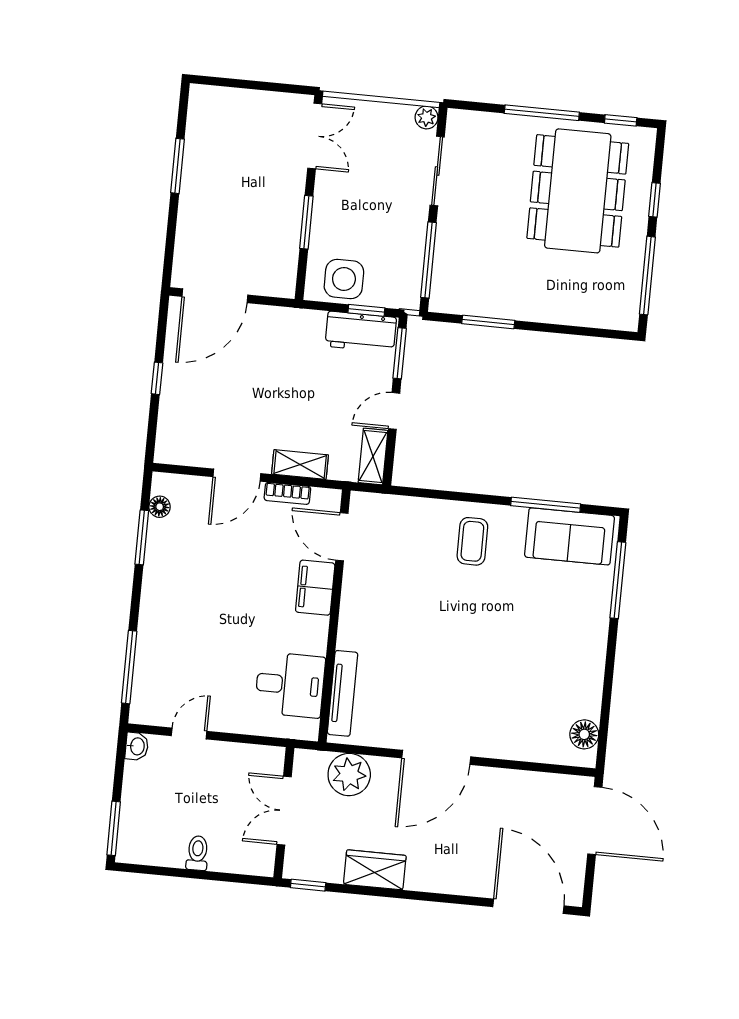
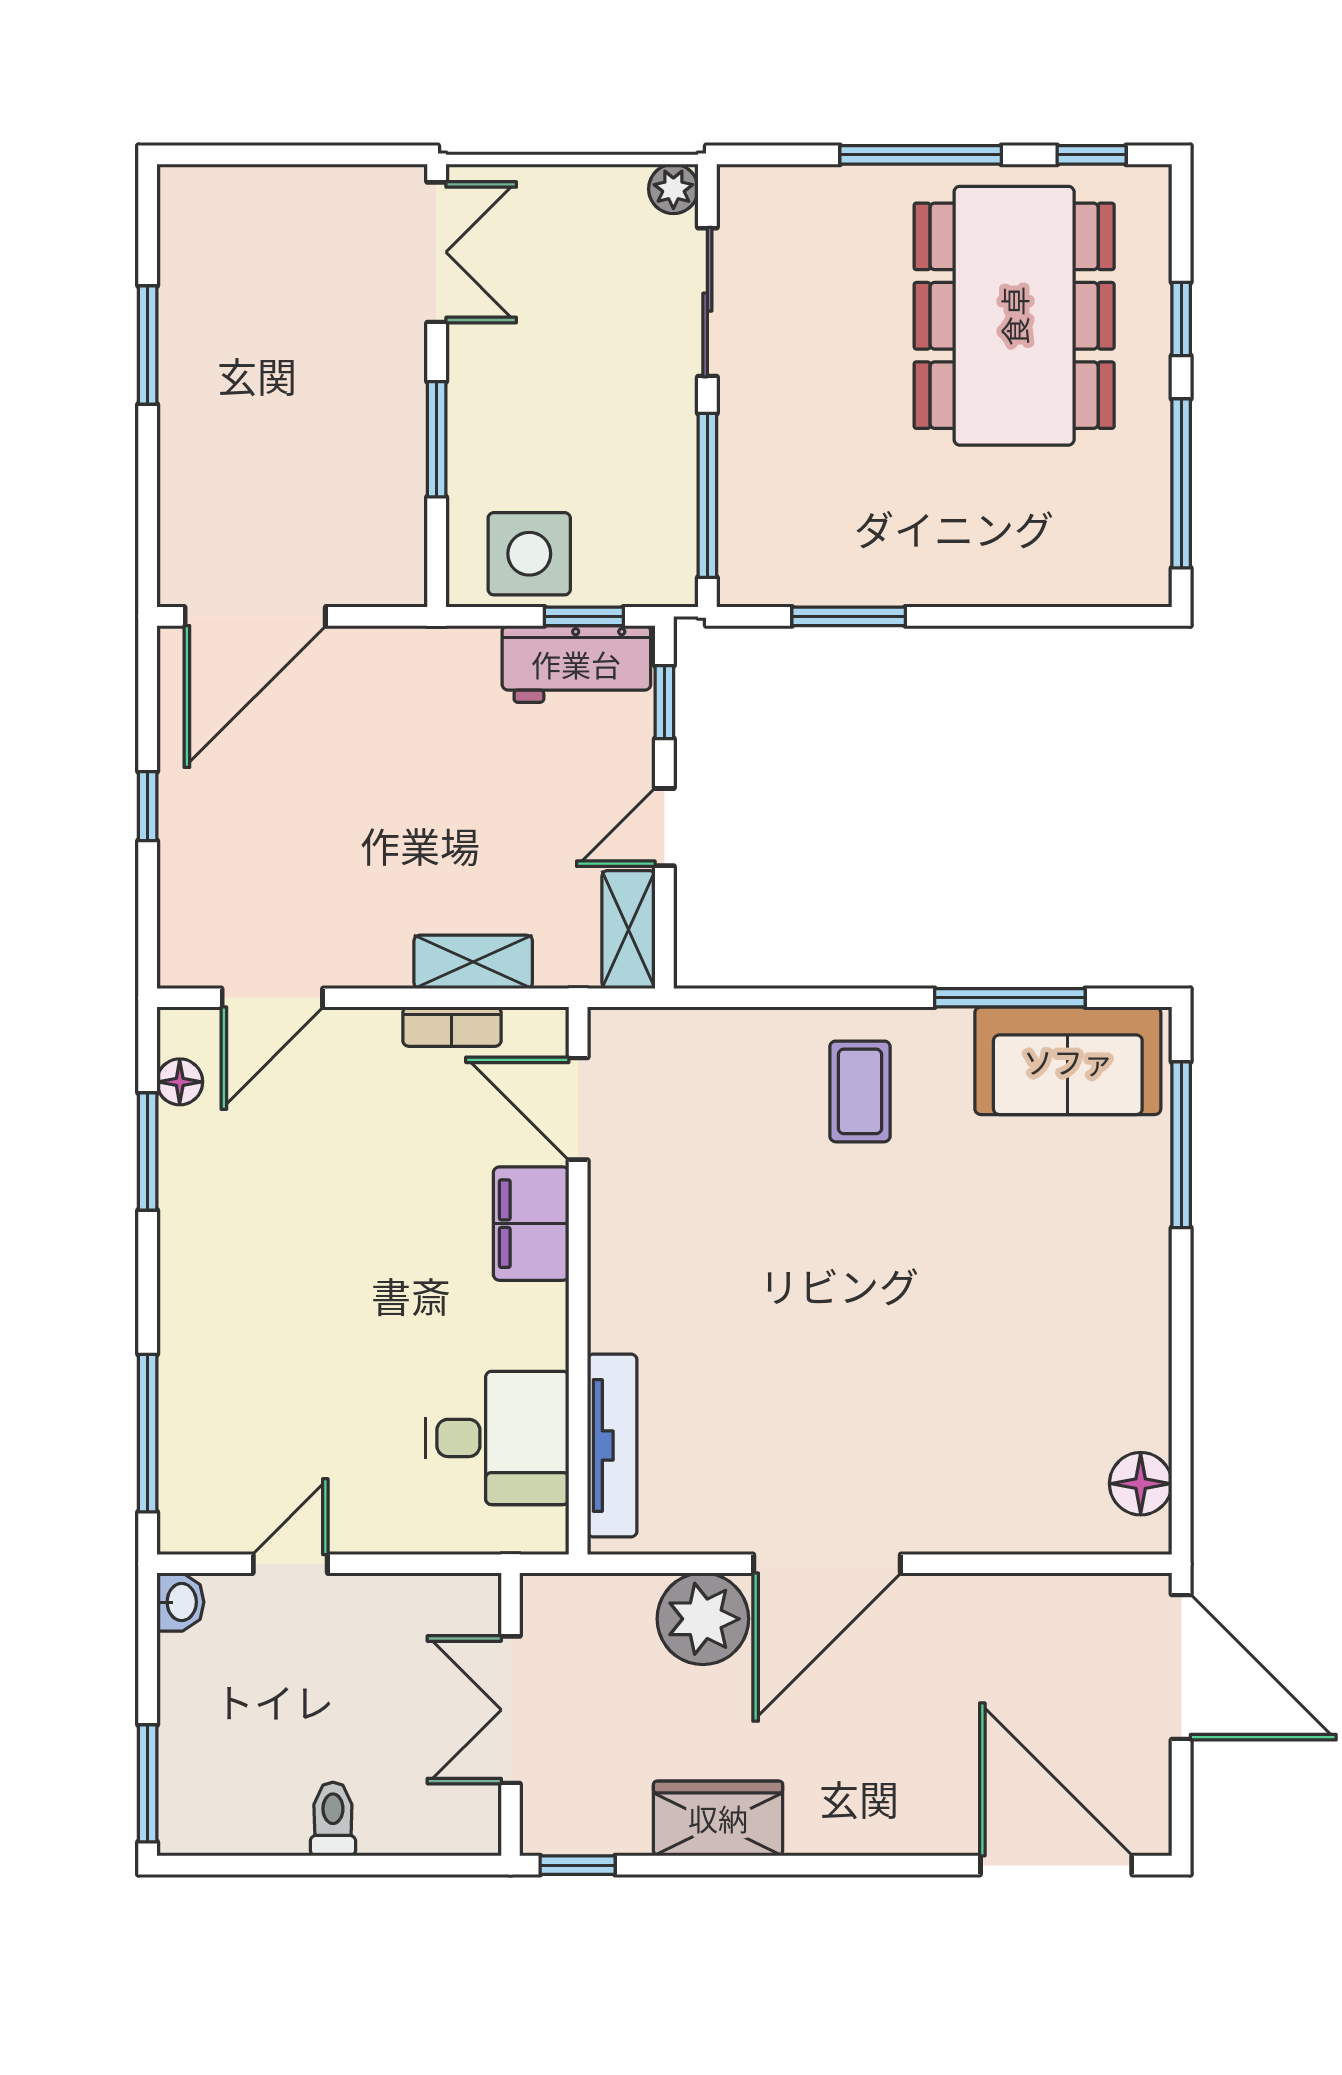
window: (400, 353) -> (664, 702), width x0.67
door: (237, 475) -> (272, 998), moved
plant: (349, 775) -> (703, 1619), moved

